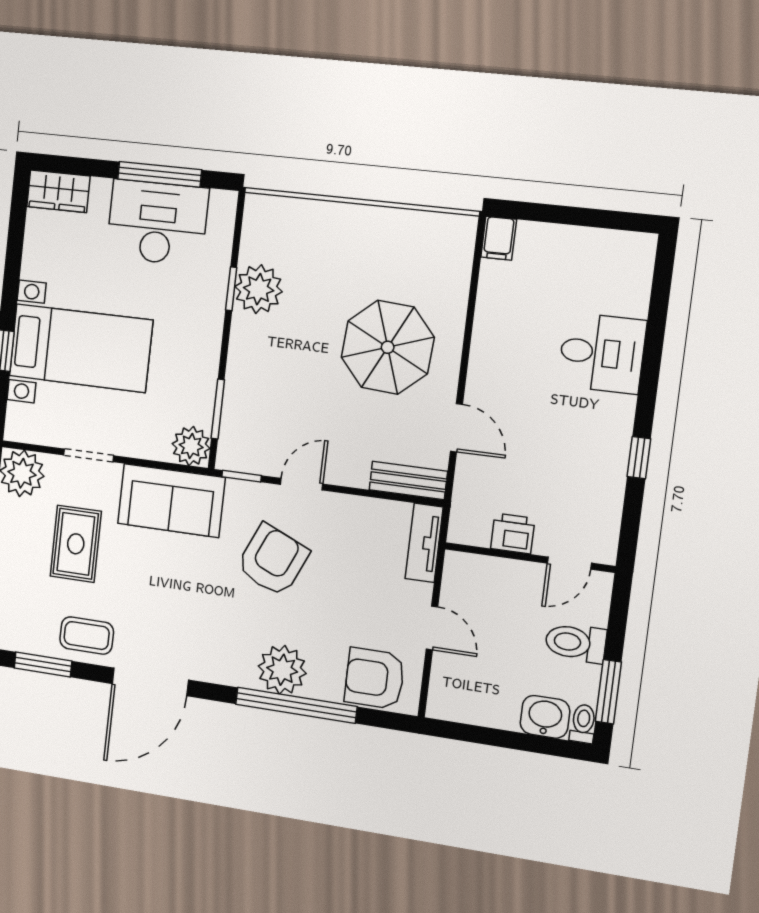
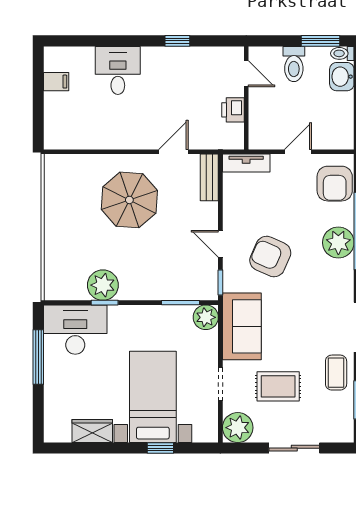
wardrobe: (58, 191) -> (92, 431), moved, turned -90
desk: (157, 223) -> (75, 330), moved, turned 90
filing cabinet: (499, 238) -> (56, 82), moved

